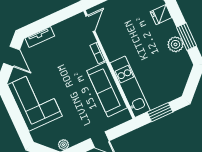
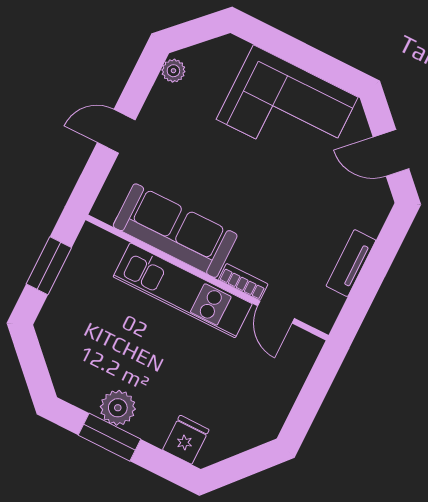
door: (90, 23) -> (276, 312), moved
tv unit: (40, 37) -> (351, 263), moved
kitchen unit: (130, 87) -> (183, 290), moved

